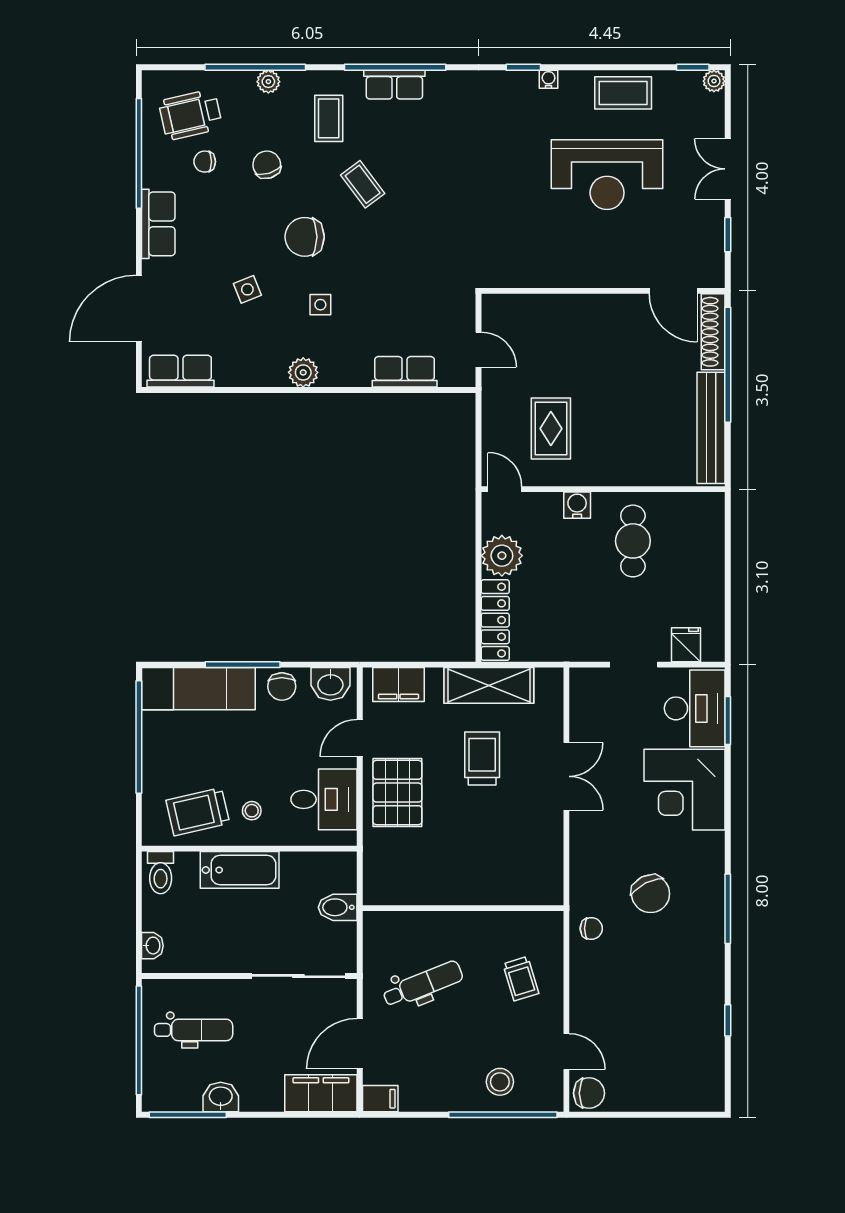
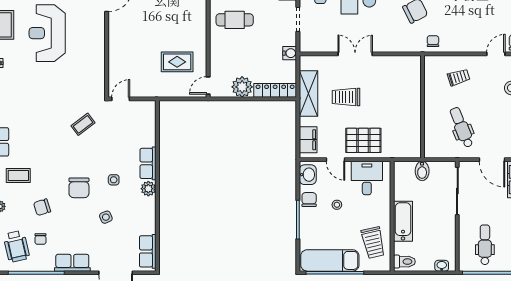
reception desk: (607, 175) -> (47, 33), turned 180
coffee table: (363, 184) -> (83, 124), moved
door: (479, 350) -> (121, 99), moved
row of seats: (405, 372) -> (148, 163), moved
water cooler: (577, 505) -> (290, 53), moved, turned 180
chair: (282, 686) -> (309, 200), turned -90
exam couch: (198, 689) -> (330, 260), moved, turned -90
stool: (252, 811) -> (337, 205), moved

